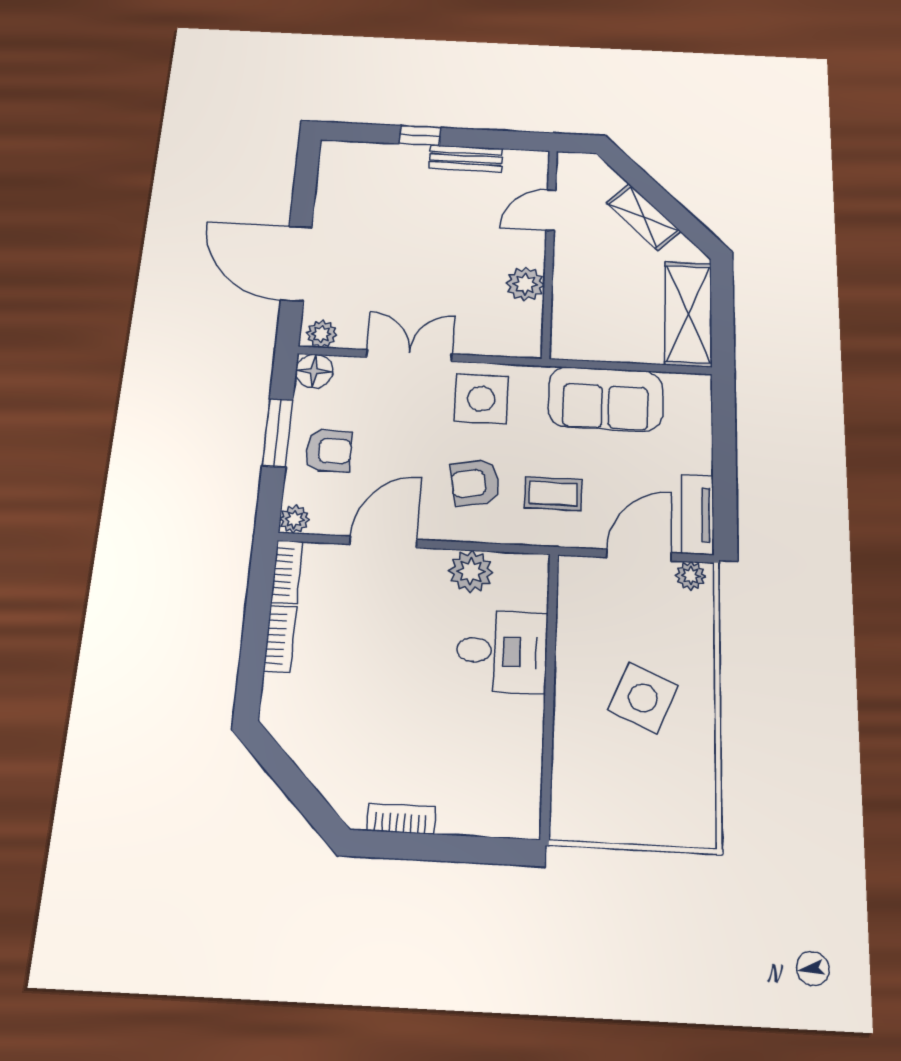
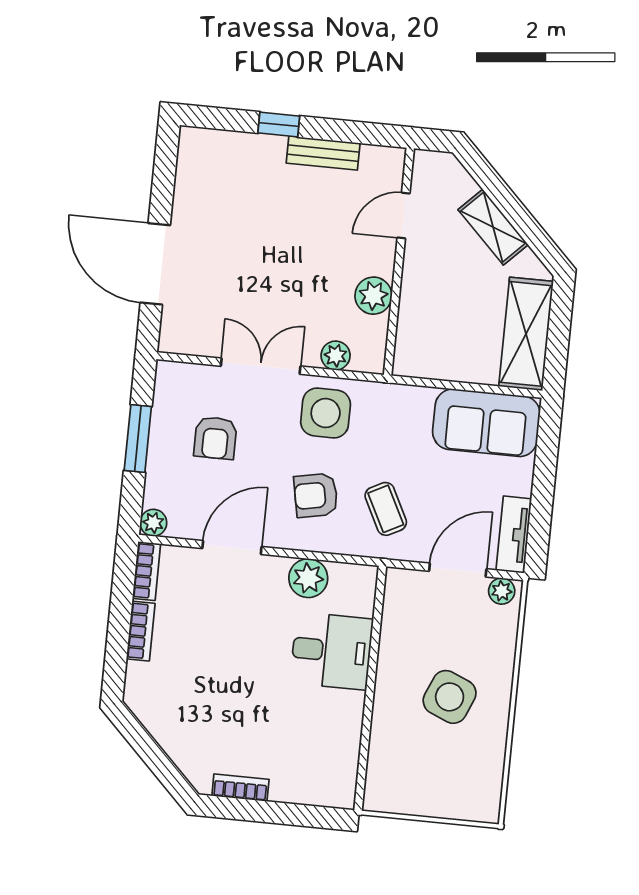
plant: (322, 334) -> (336, 356), moved
floor lamp: (314, 371) -> (172, 378), removed
sofa: (606, 399) -> (486, 423), moved
armchair: (329, 451) -> (215, 438), moved, turned 90
coffee table: (553, 494) -> (386, 509), turned 63

